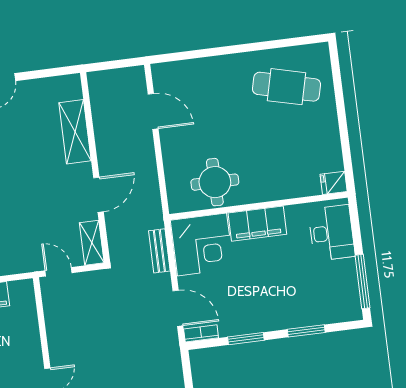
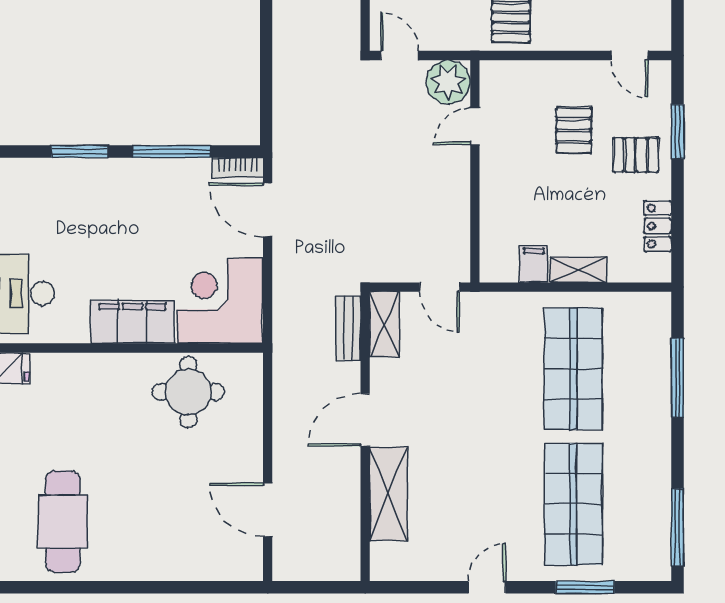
cafe table: (286, 87) -> (63, 521), turned 76
door: (99, 195) -> (365, 420), moved
bench: (159, 251) -> (348, 328), moved
window: (246, 339) -> (172, 152), width x1.44

